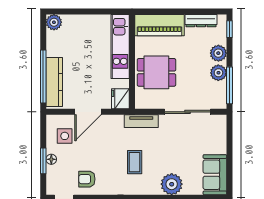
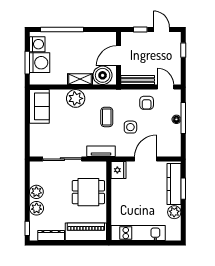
plant: (54, 22) -> (174, 212), moved
kitchen unit: (120, 47) -> (138, 233), moved, turned -90
window: (43, 77) -> (183, 189), width x0.47
window: (229, 85) -> (27, 181), removed
side table: (65, 136) -> (130, 127), moved
window: (43, 161) -> (183, 118), width x1.44
armchair: (87, 179) -> (147, 103), turned 90

